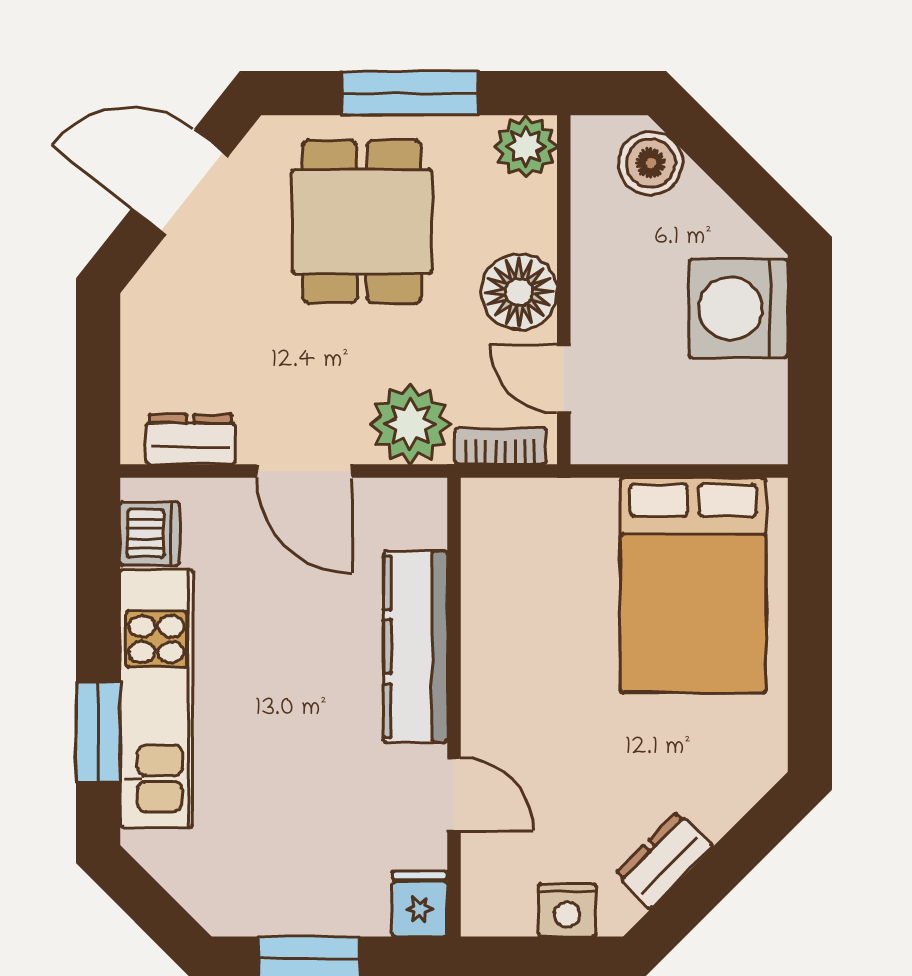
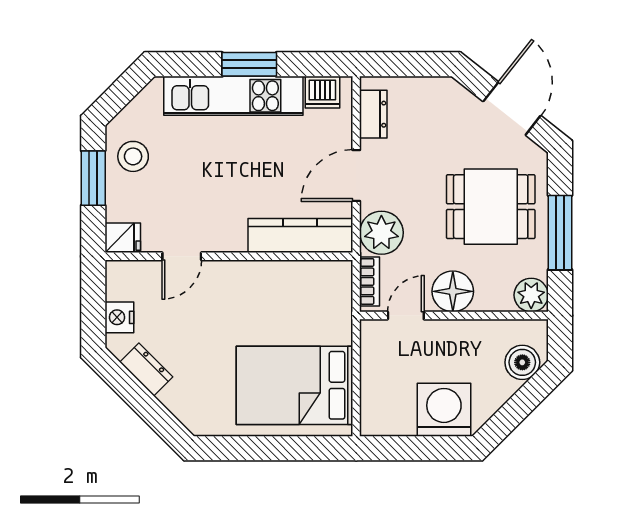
kitchen counter: (415, 647) -> (300, 236), moved
window: (98, 732) -> (249, 64), moved
stool: (269, 885) -> (133, 156), added

